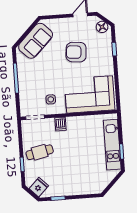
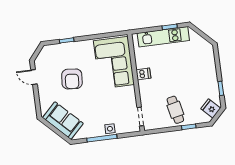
floor lamp: (102, 27) -> (45, 54), removed
side table: (51, 99) -> (110, 129), moved
dishwasher: (60, 124) -> (143, 74), moved

